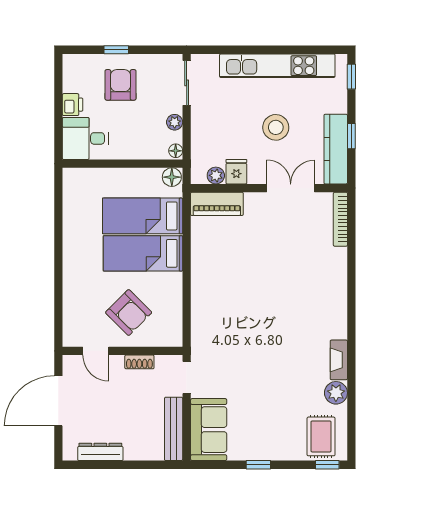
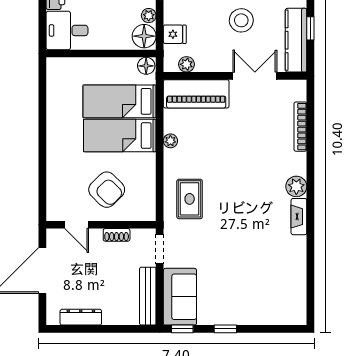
floor lamp: (176, 151) -> (144, 36), width x1.89, depth x1.89
fridge: (236, 172) -> (175, 34), moved, turned 90
piano: (217, 204) -> (196, 94), width x1.37, depth x1.33
bookcase: (340, 219) -> (300, 127), moved
plant: (198, 259) -> (170, 141), added
fireplace: (339, 360) -> (299, 217), moved
plant: (336, 393) -> (296, 186), moved
rug: (321, 436) -> (190, 199), moved
window: (327, 465) -> (182, 329), moved

